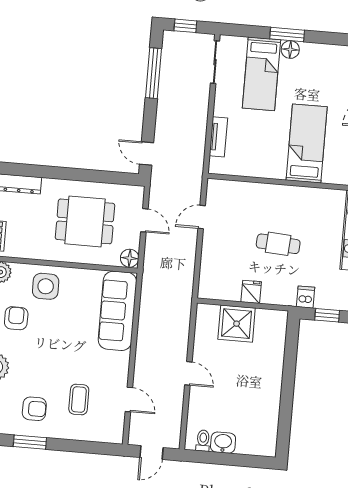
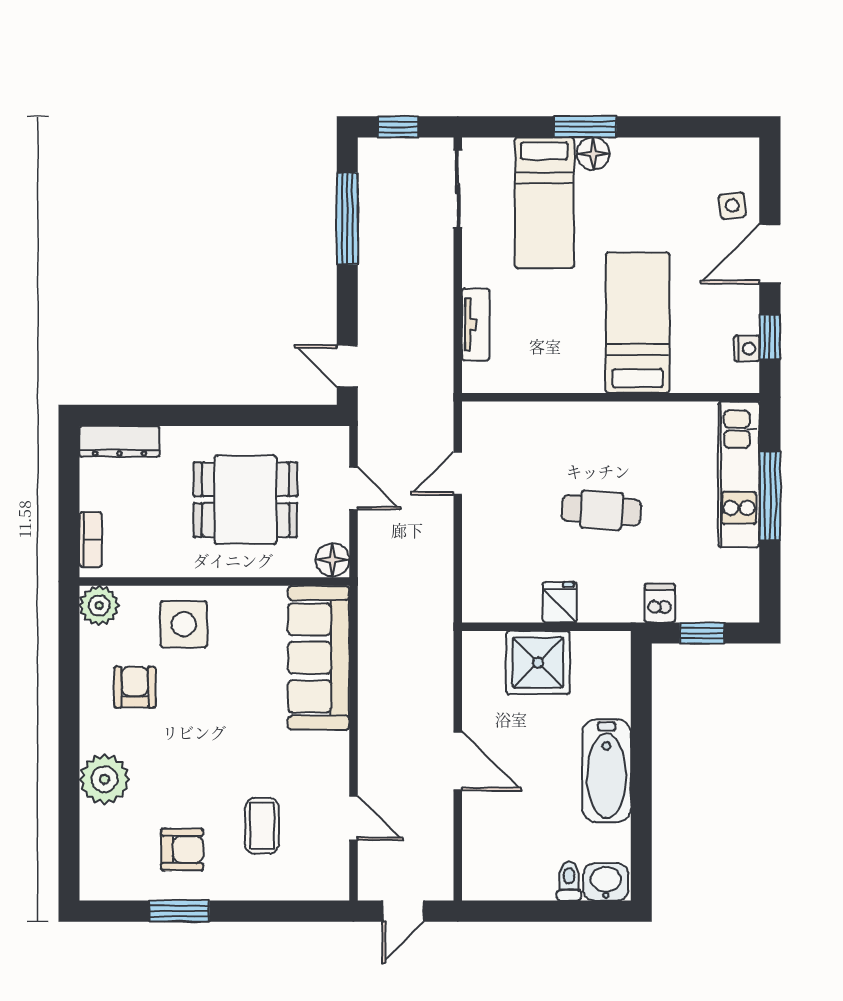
door: (188, 373) -> (458, 761), width x1.38
bathtub: (269, 386) -> (607, 771), added
toilet: (203, 441) -> (569, 881), moved
washbasin: (223, 443) -> (606, 882), moved

